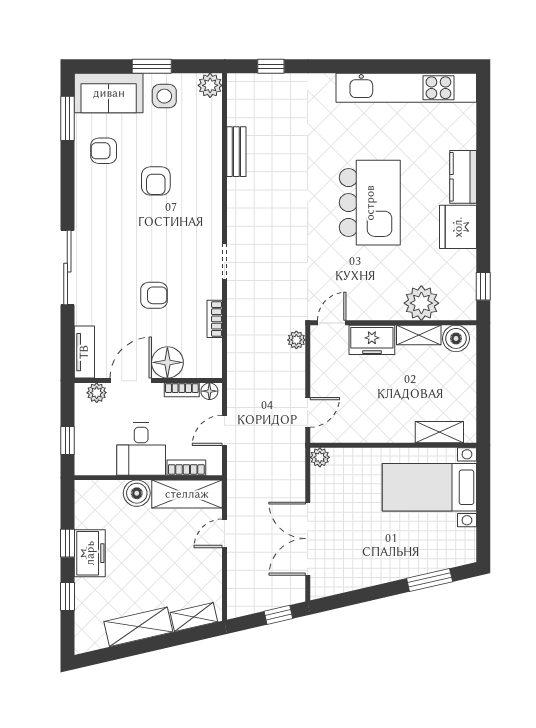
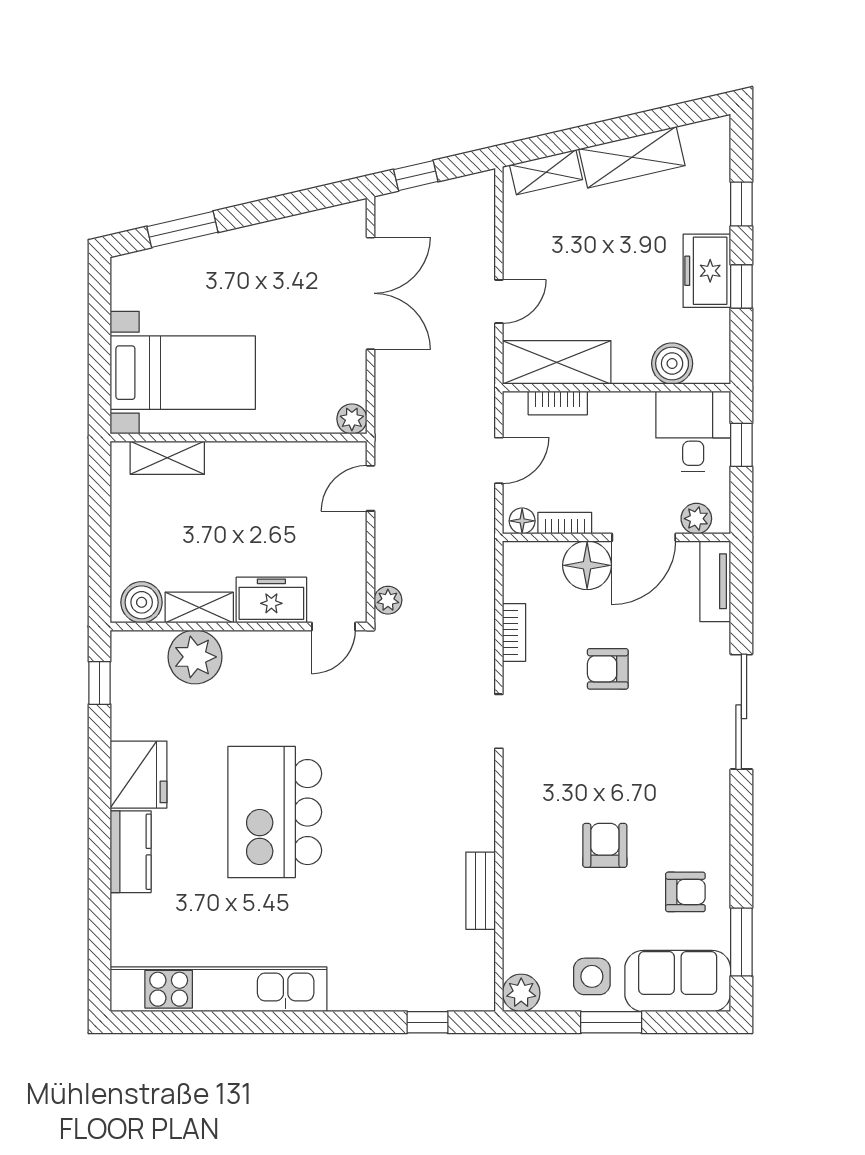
desk: (141, 449) -> (693, 431), moved
boiler: (137, 493) -> (672, 363), moved

